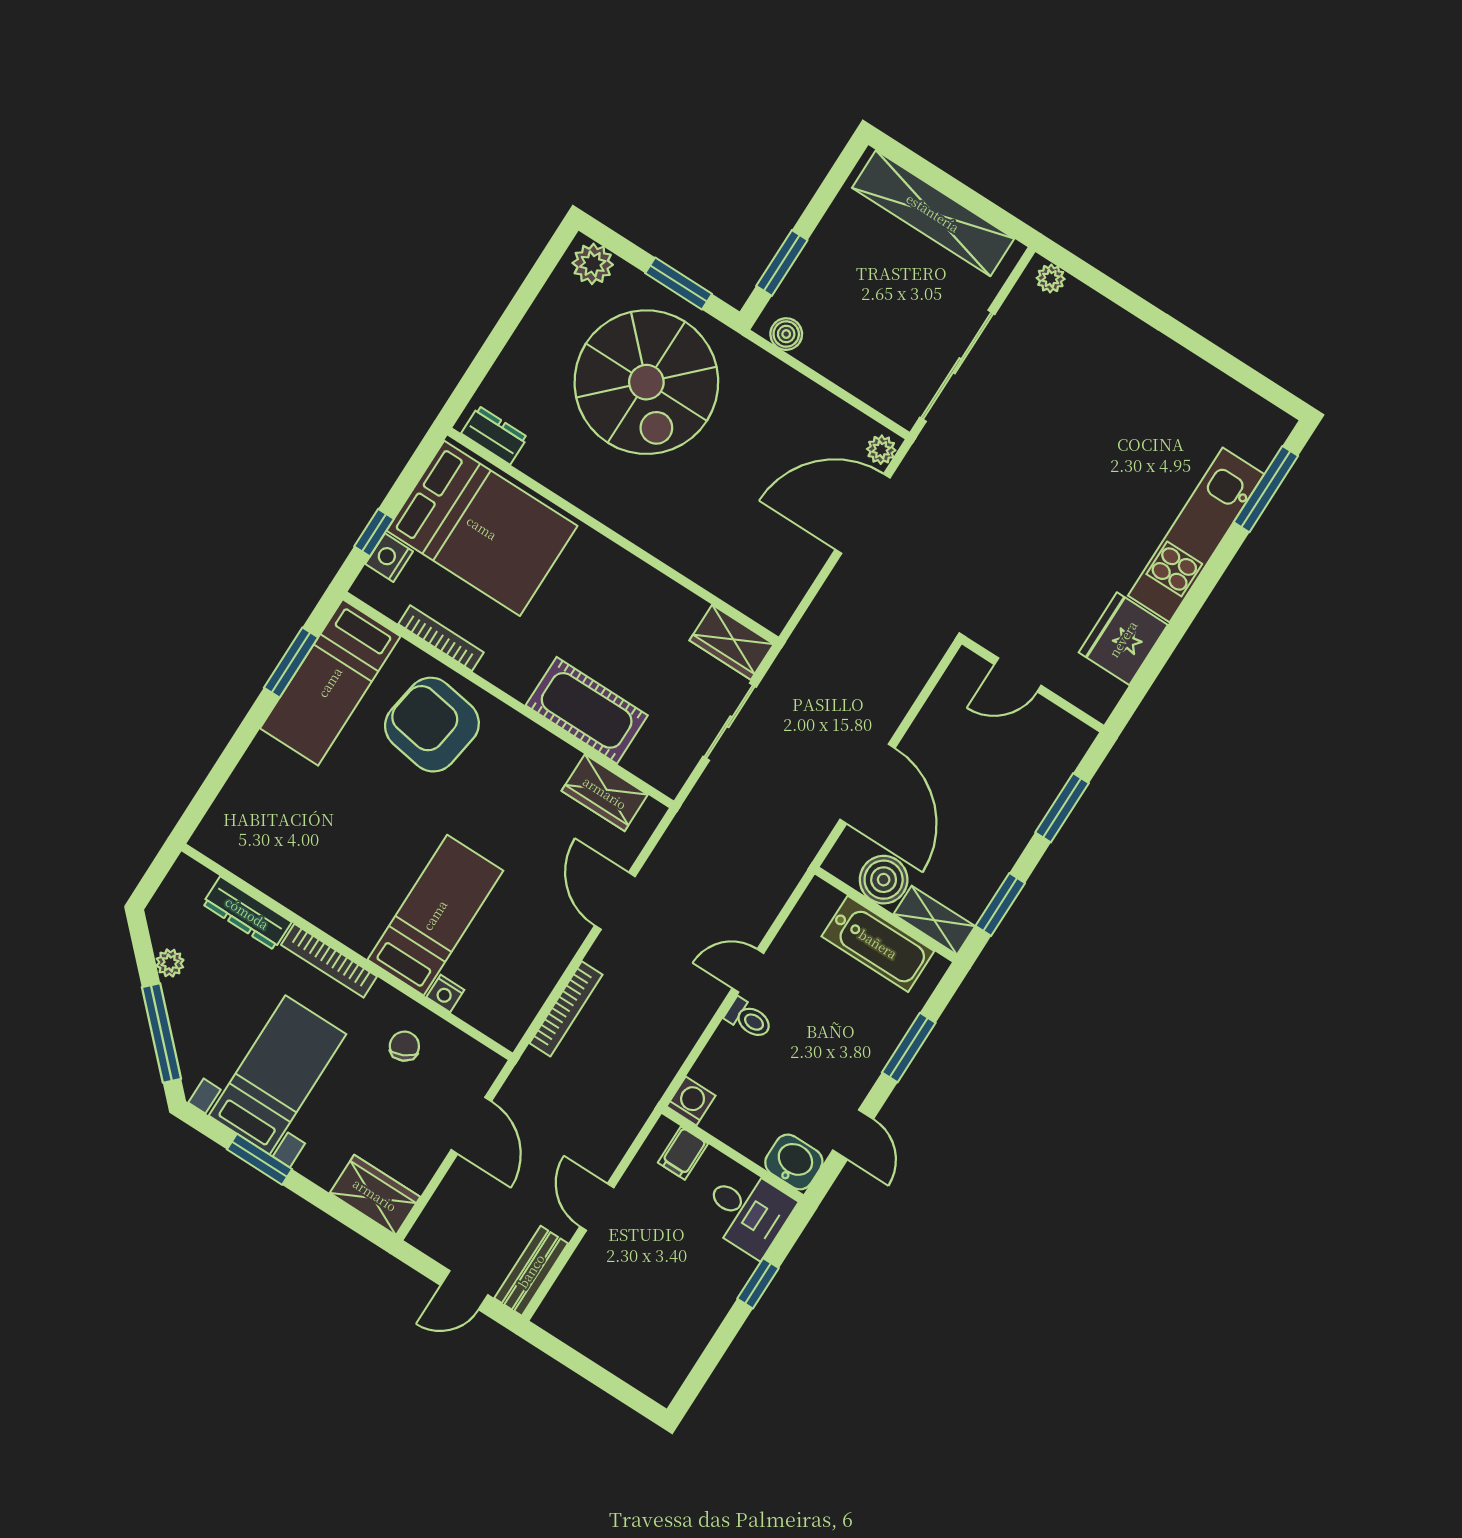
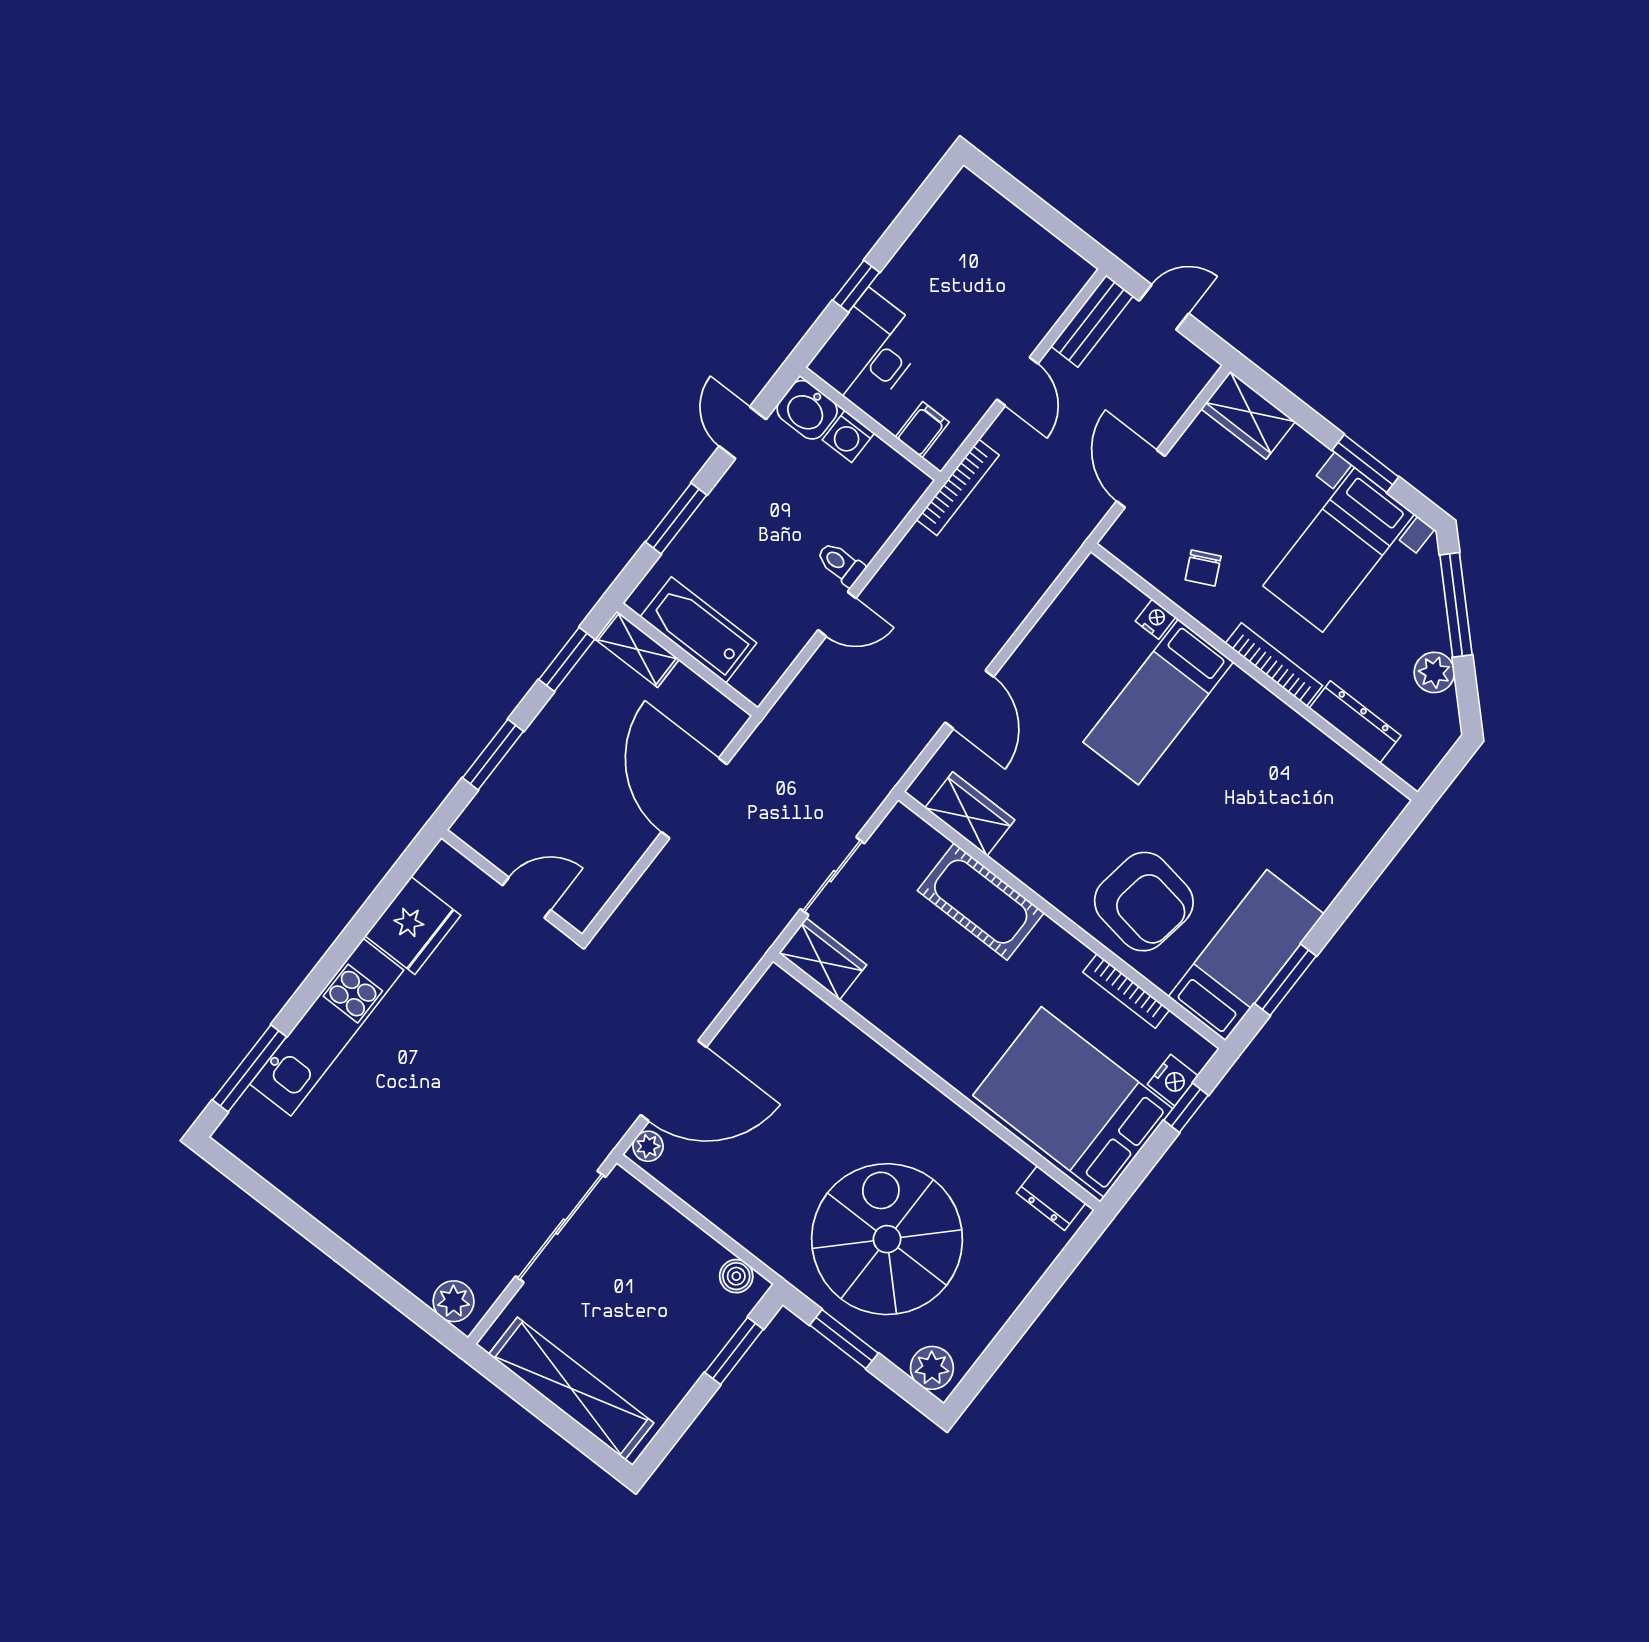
plant: (1051, 278) -> (454, 1301), width x1.38, depth x1.38
boiler: (884, 880) -> (686, 696), removed
plant: (170, 963) -> (1434, 672), width x1.38, depth x1.38
bookcase: (566, 1009) -> (958, 487), moved, turned 180
washing machine: (691, 1101) -> (848, 436), moved
desk: (747, 1211) -> (869, 352), width x1.37

